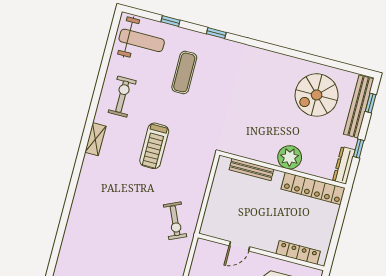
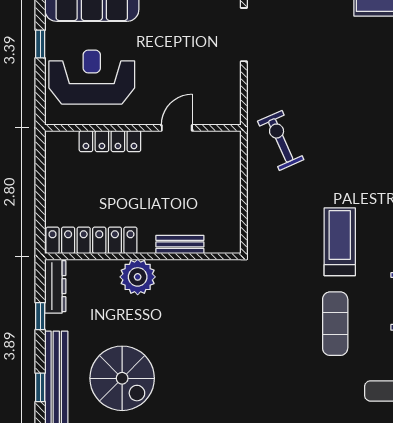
exercise mat: (184, 72) -> (335, 324), moved
spiral stairs: (317, 95) -> (122, 378), turned 90
bench: (251, 170) -> (180, 244), width x0.73
locker: (298, 253) -> (110, 141), moved

